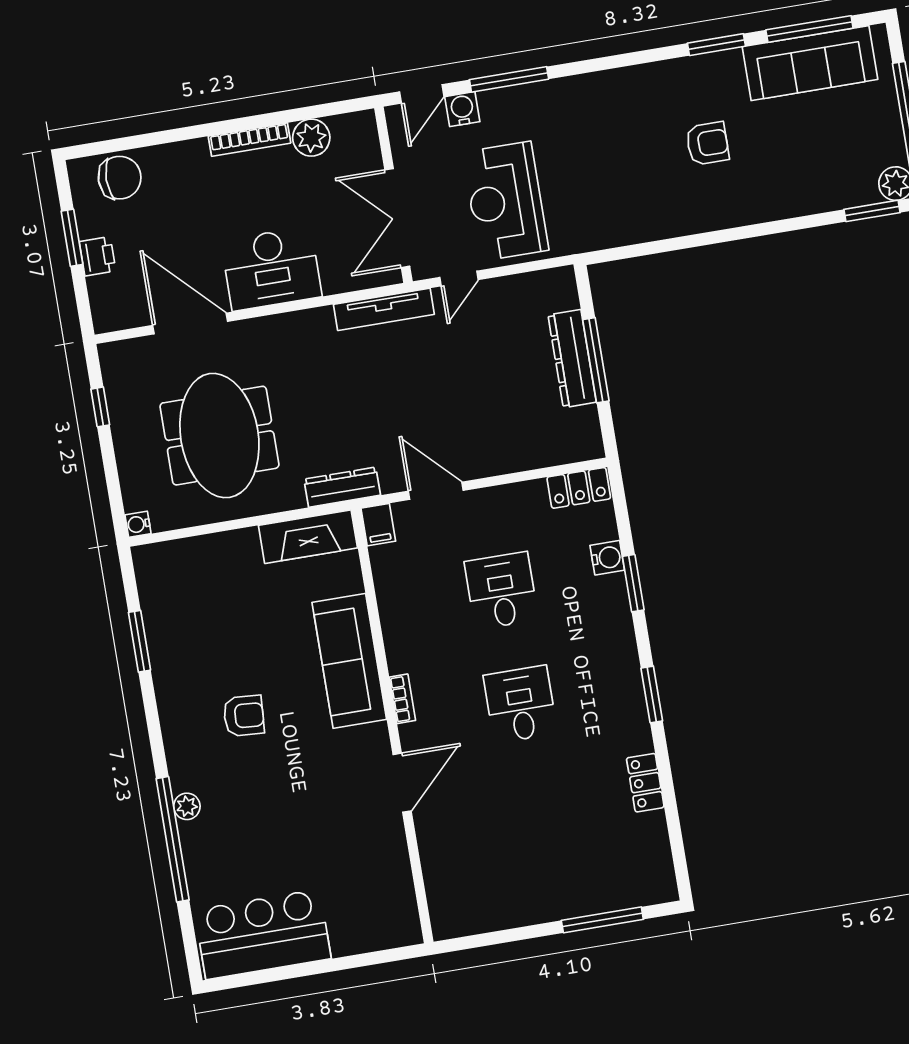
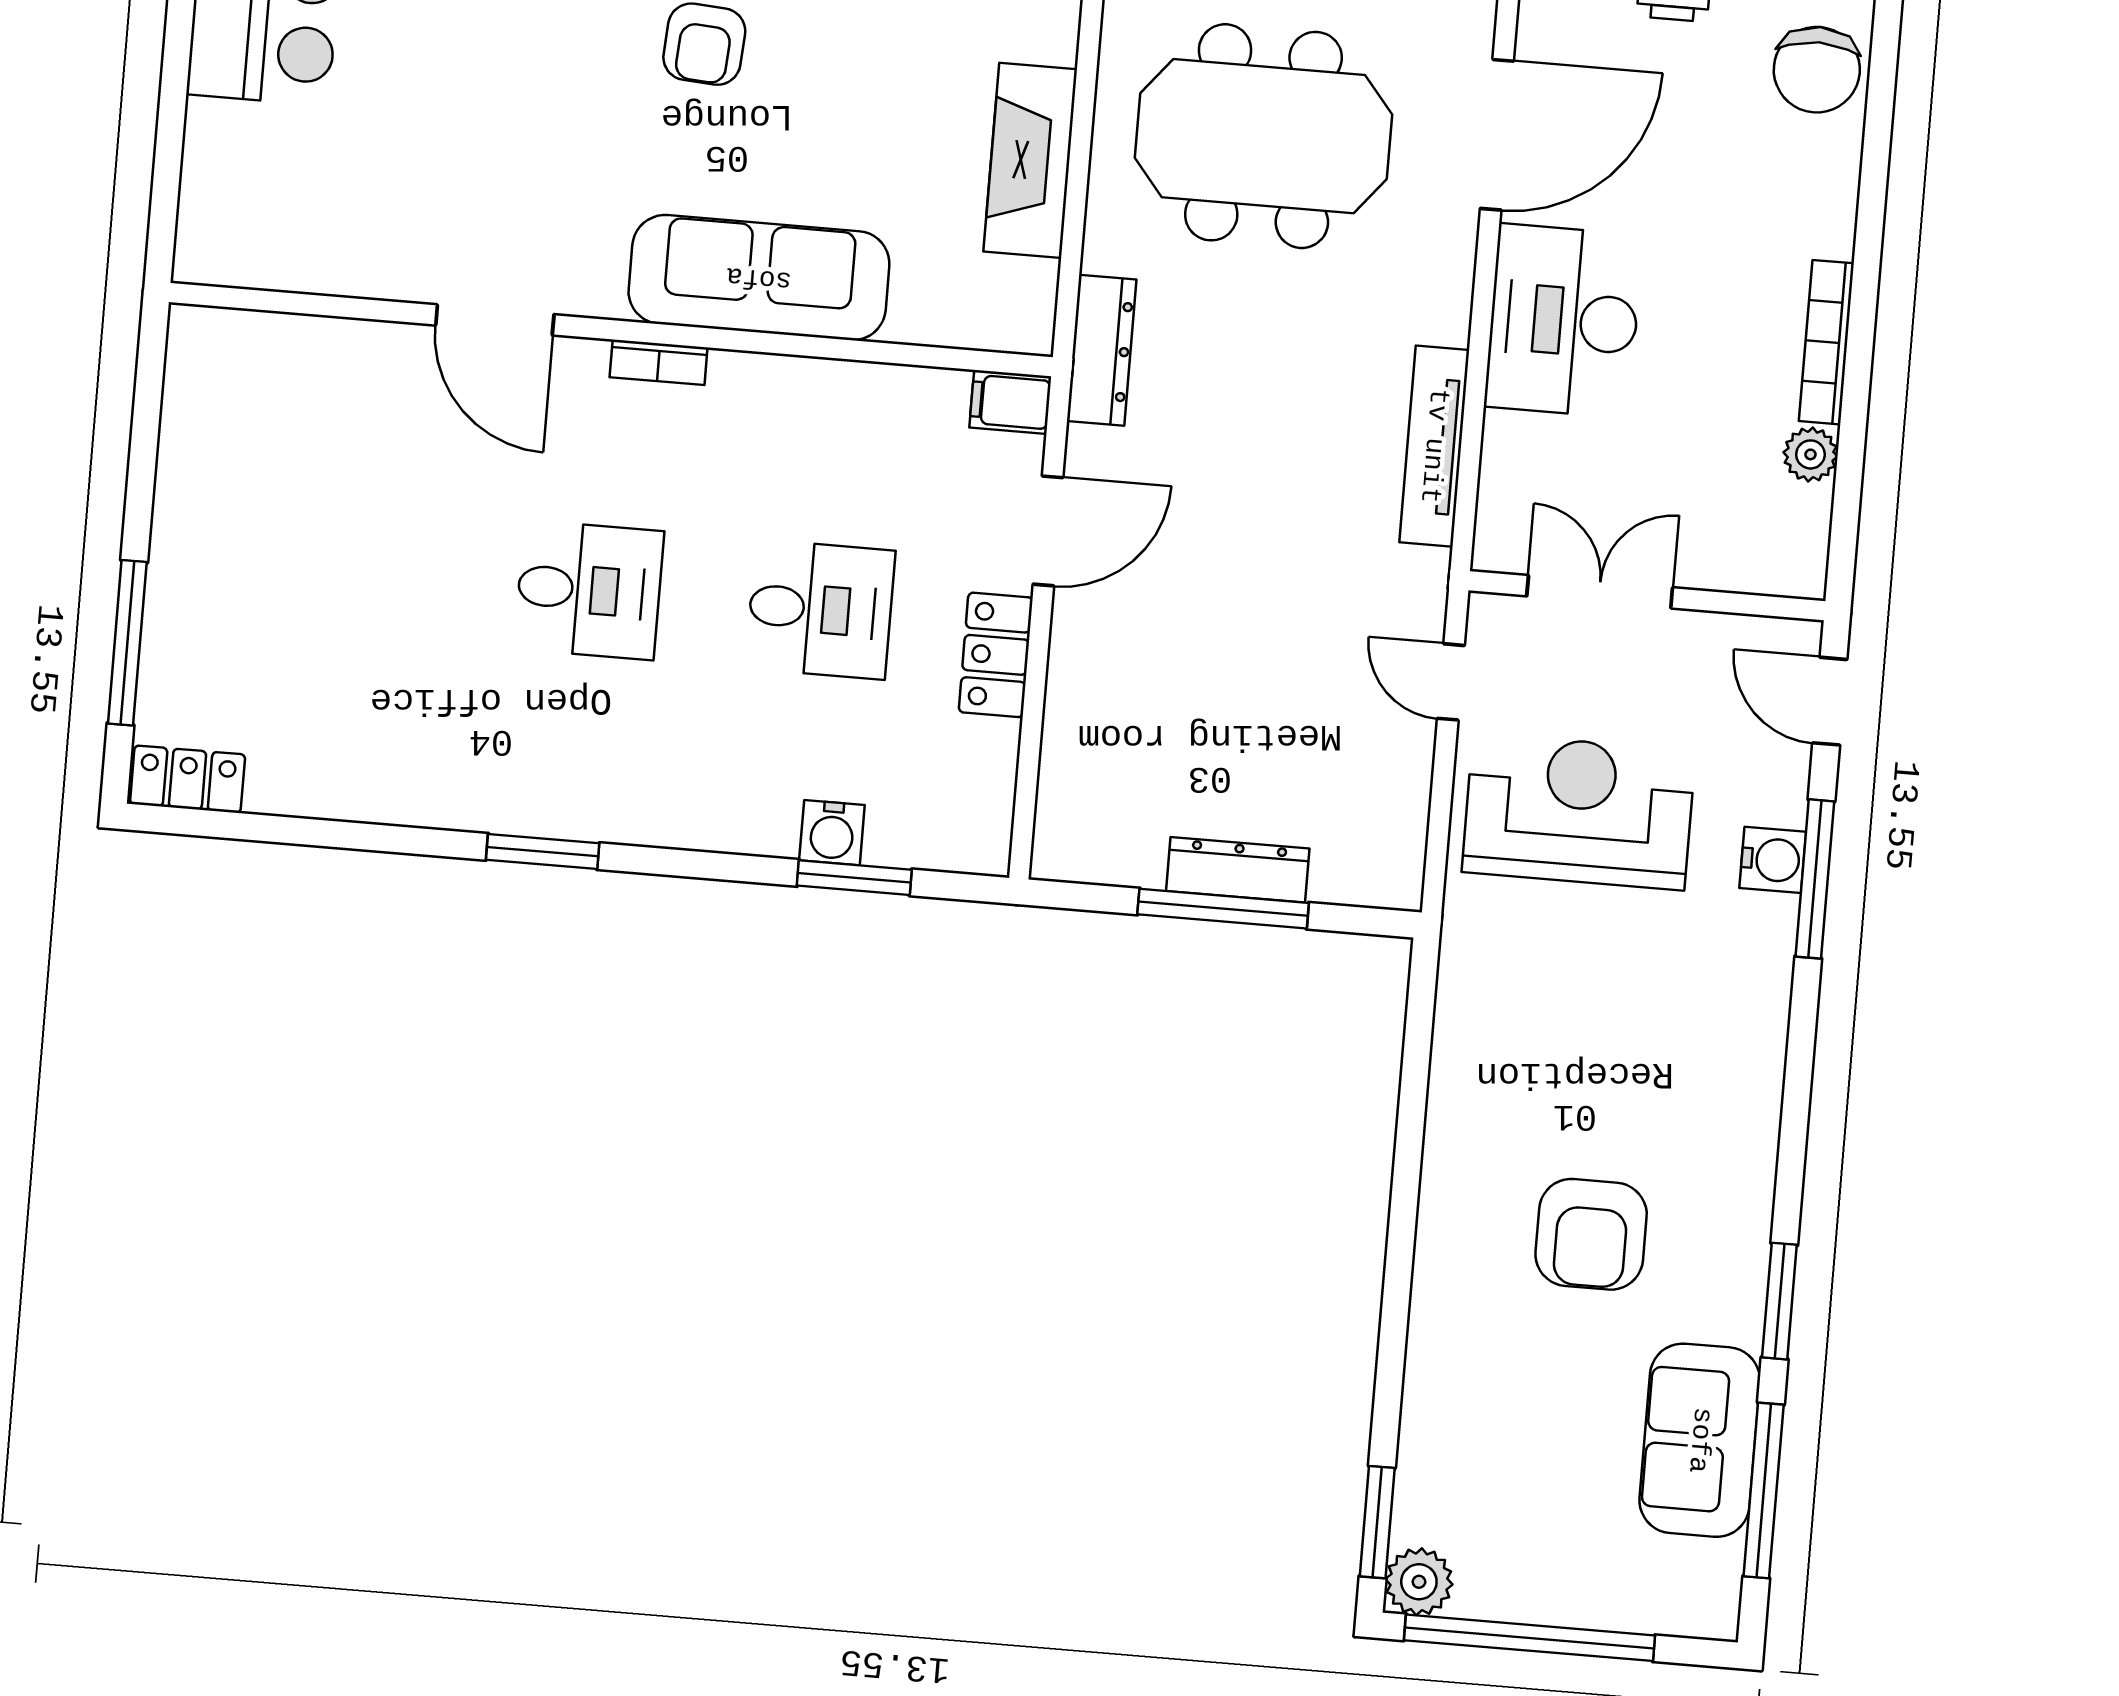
sofa: (810, 63) -> (1700, 1440), width x0.73
water cooler: (462, 109) -> (1773, 860), moved
plant: (311, 138) -> (1810, 454), width x0.73, depth x0.73
armchair: (707, 143) -> (1591, 1234), width x1.38, depth x1.38
double door: (397, 218) -> (1600, 592), width x0.73
tv unit: (384, 309) -> (1434, 446), moved
dresser: (572, 359) -> (1238, 870), width x0.73, depth x0.80
locker: (579, 488) -> (996, 655), moved
fireplace: (308, 537) -> (1030, 160), moved
window: (633, 583) -> (854, 878), moved
locker: (645, 783) -> (188, 779), moved

